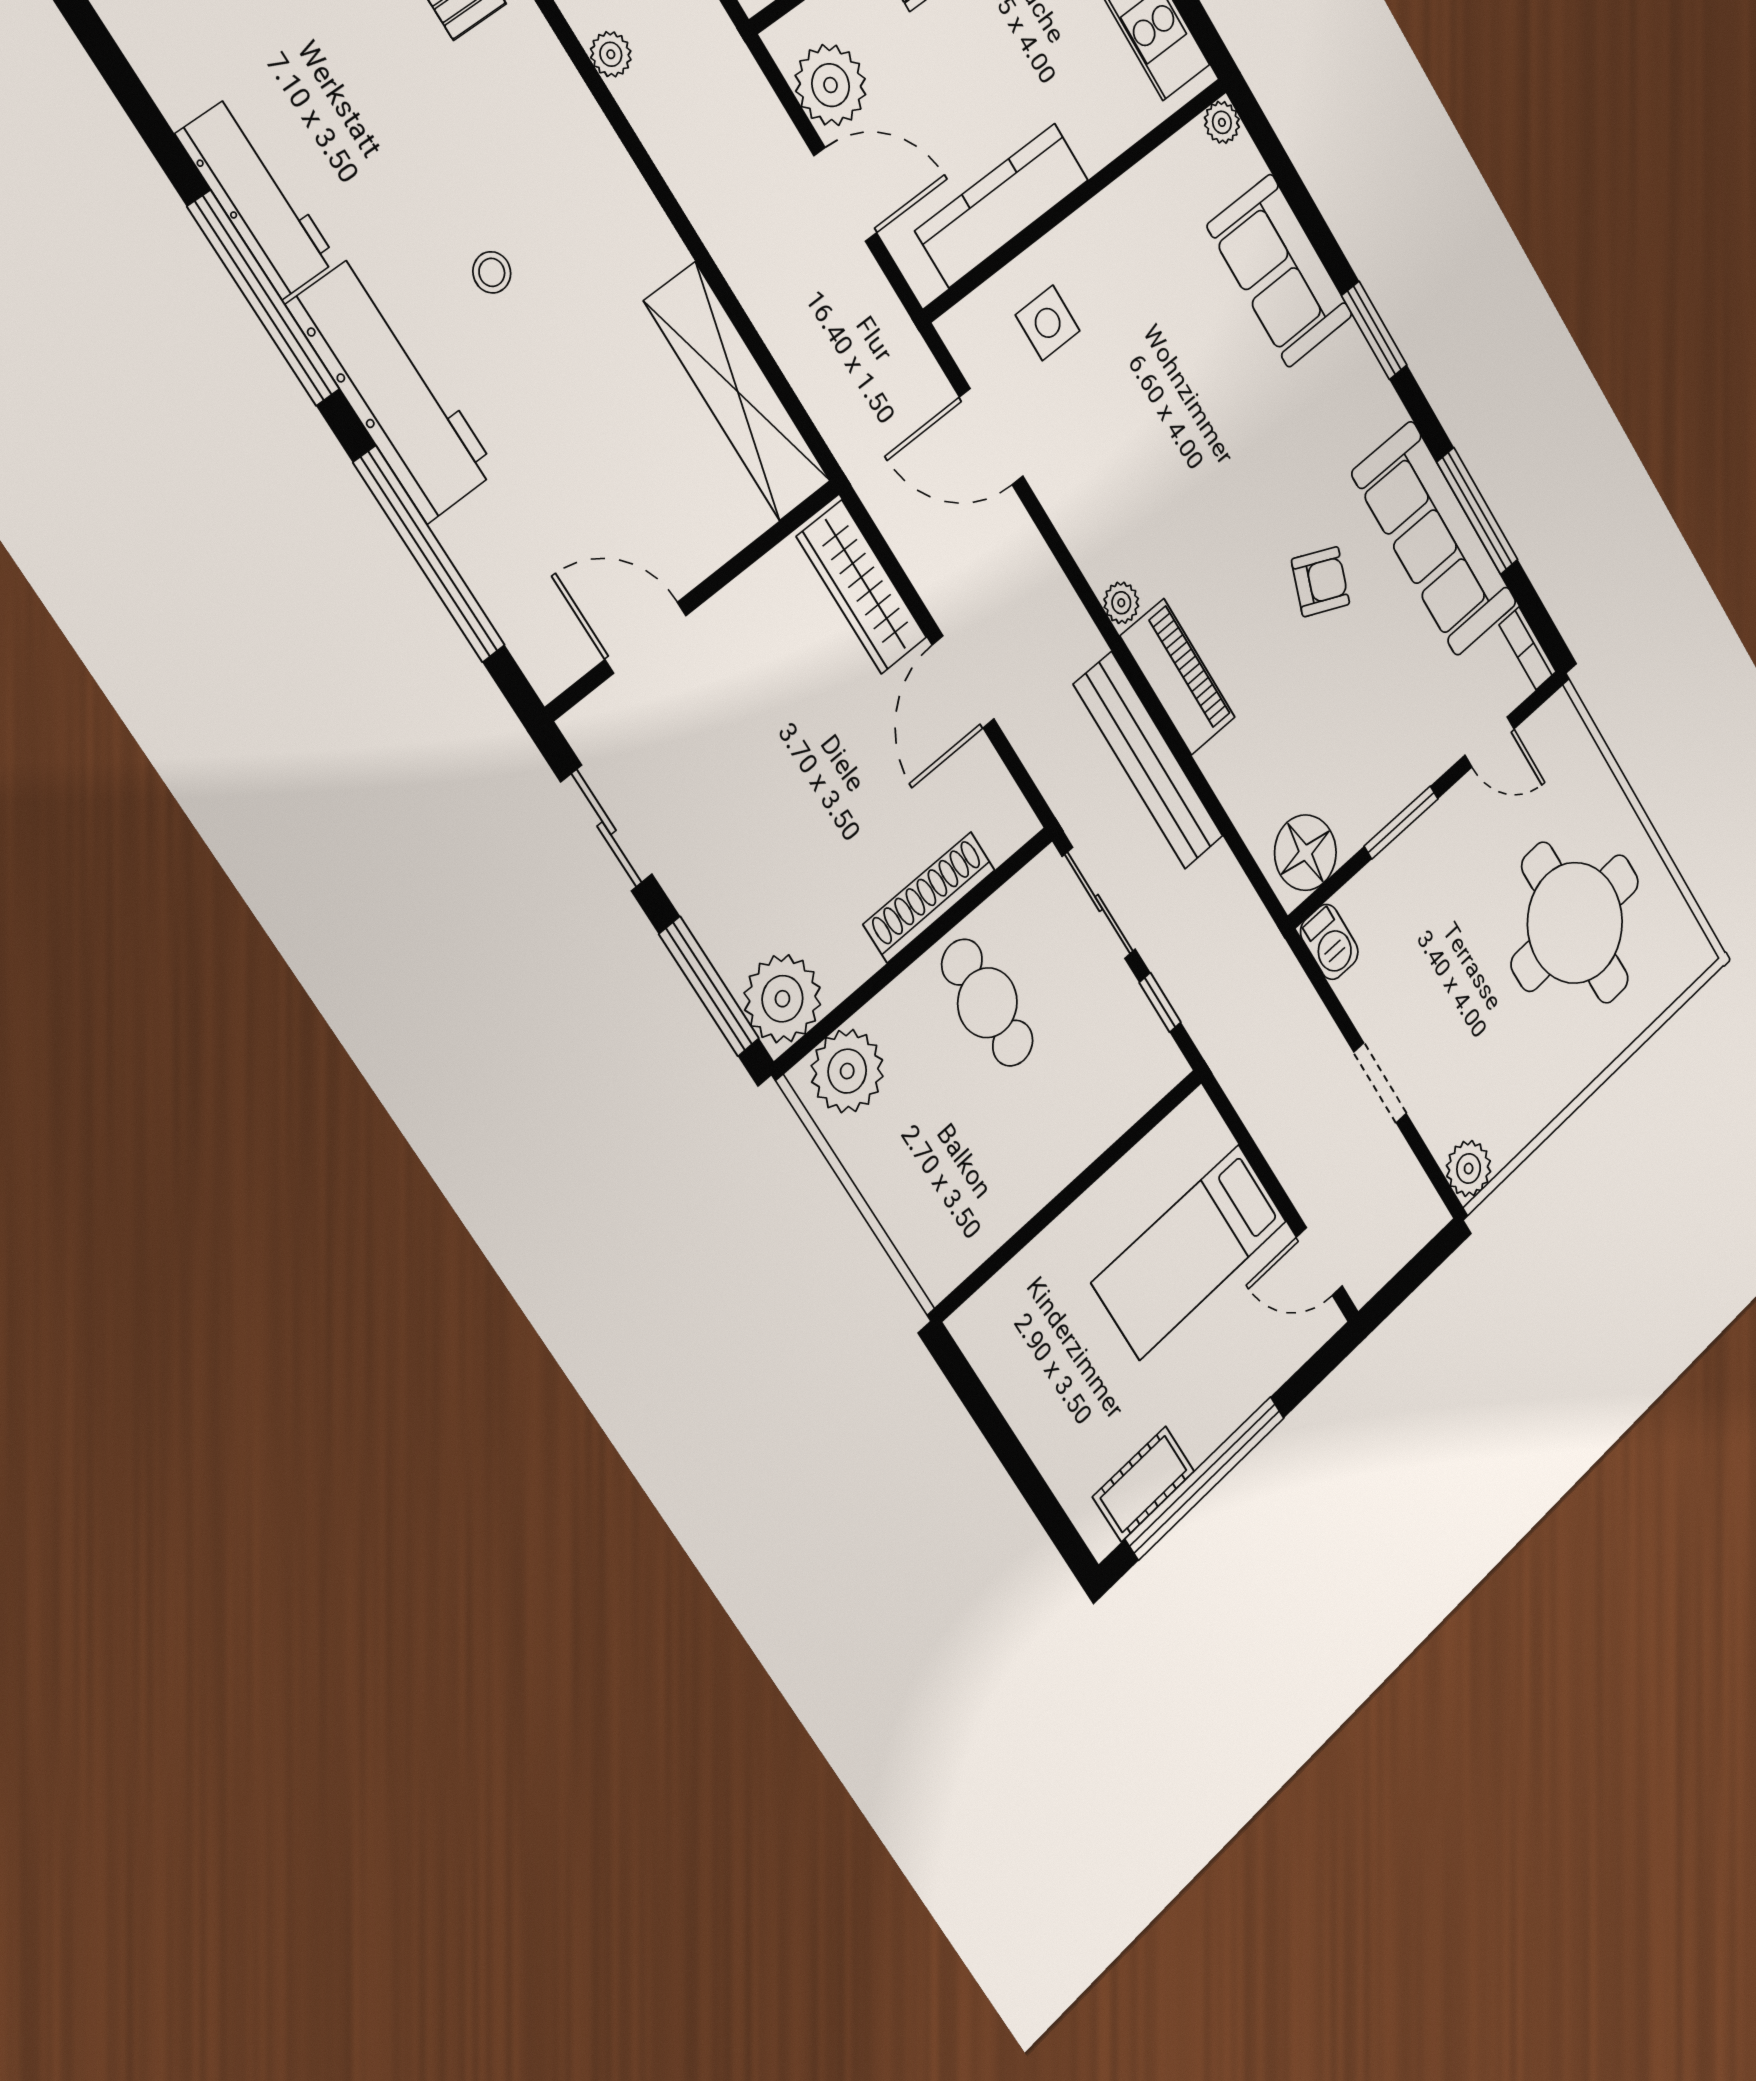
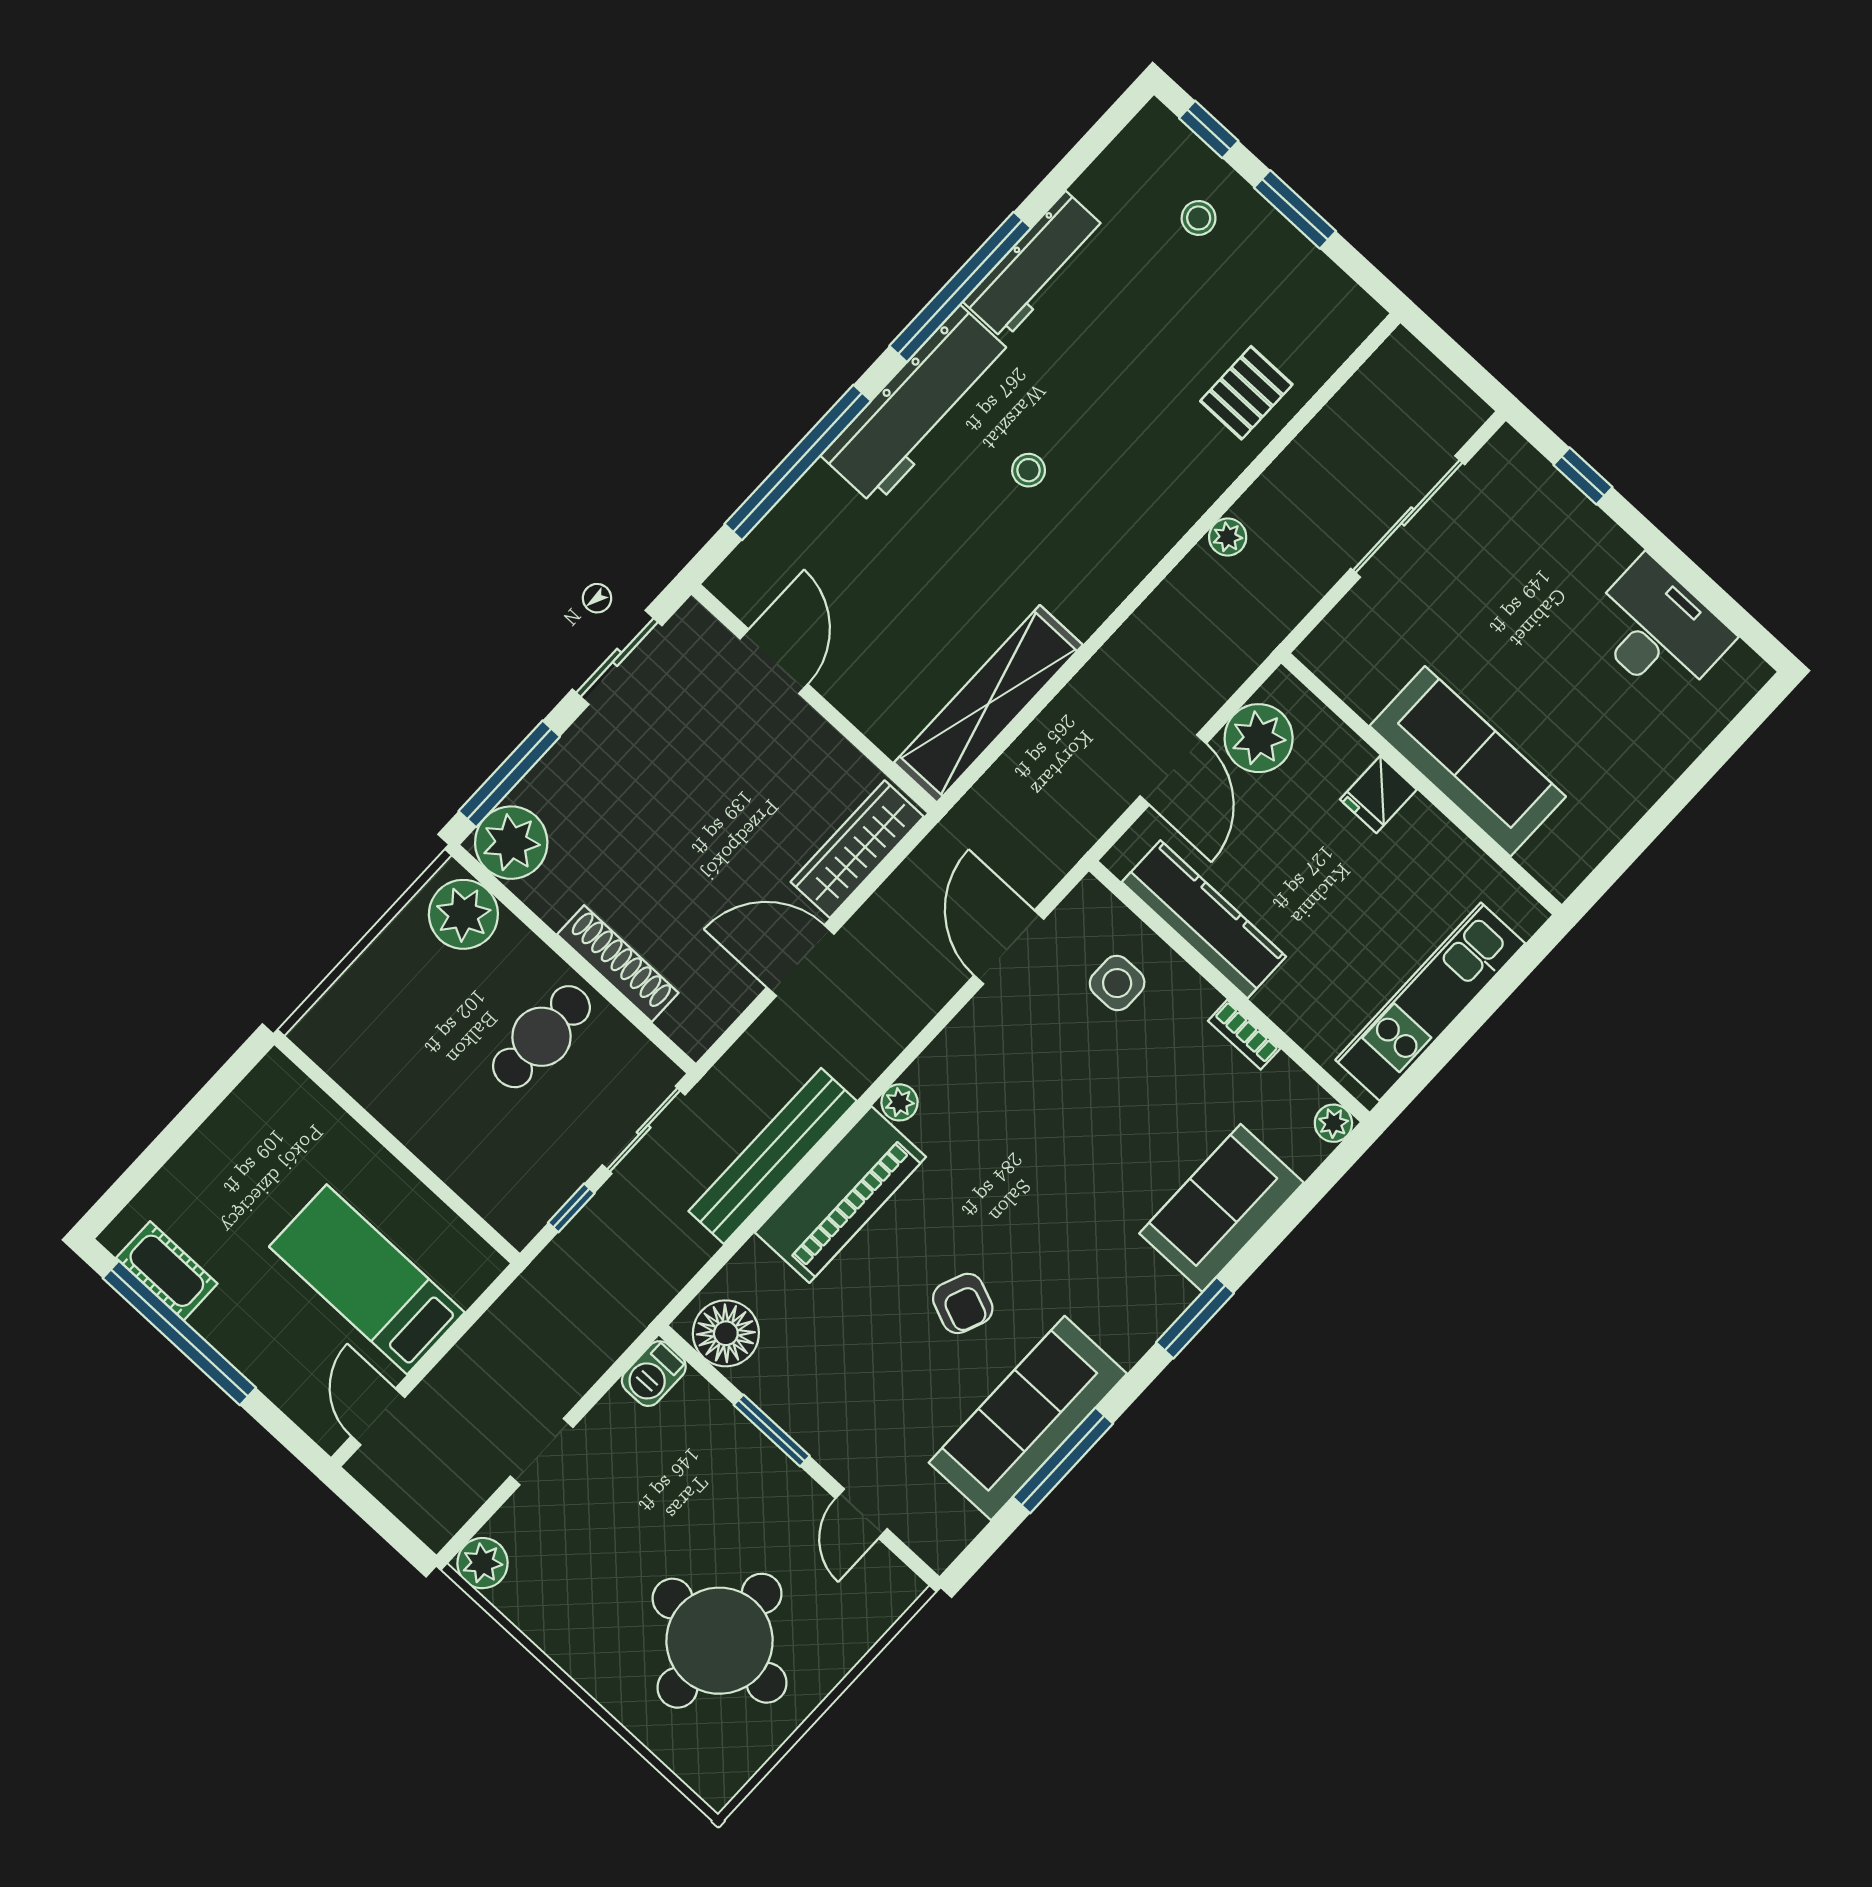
bookcase: (1528, 648) -> (1244, 1035), moved, turned -90
piano: (1178, 677) -> (840, 1195), width x1.37, depth x1.33

